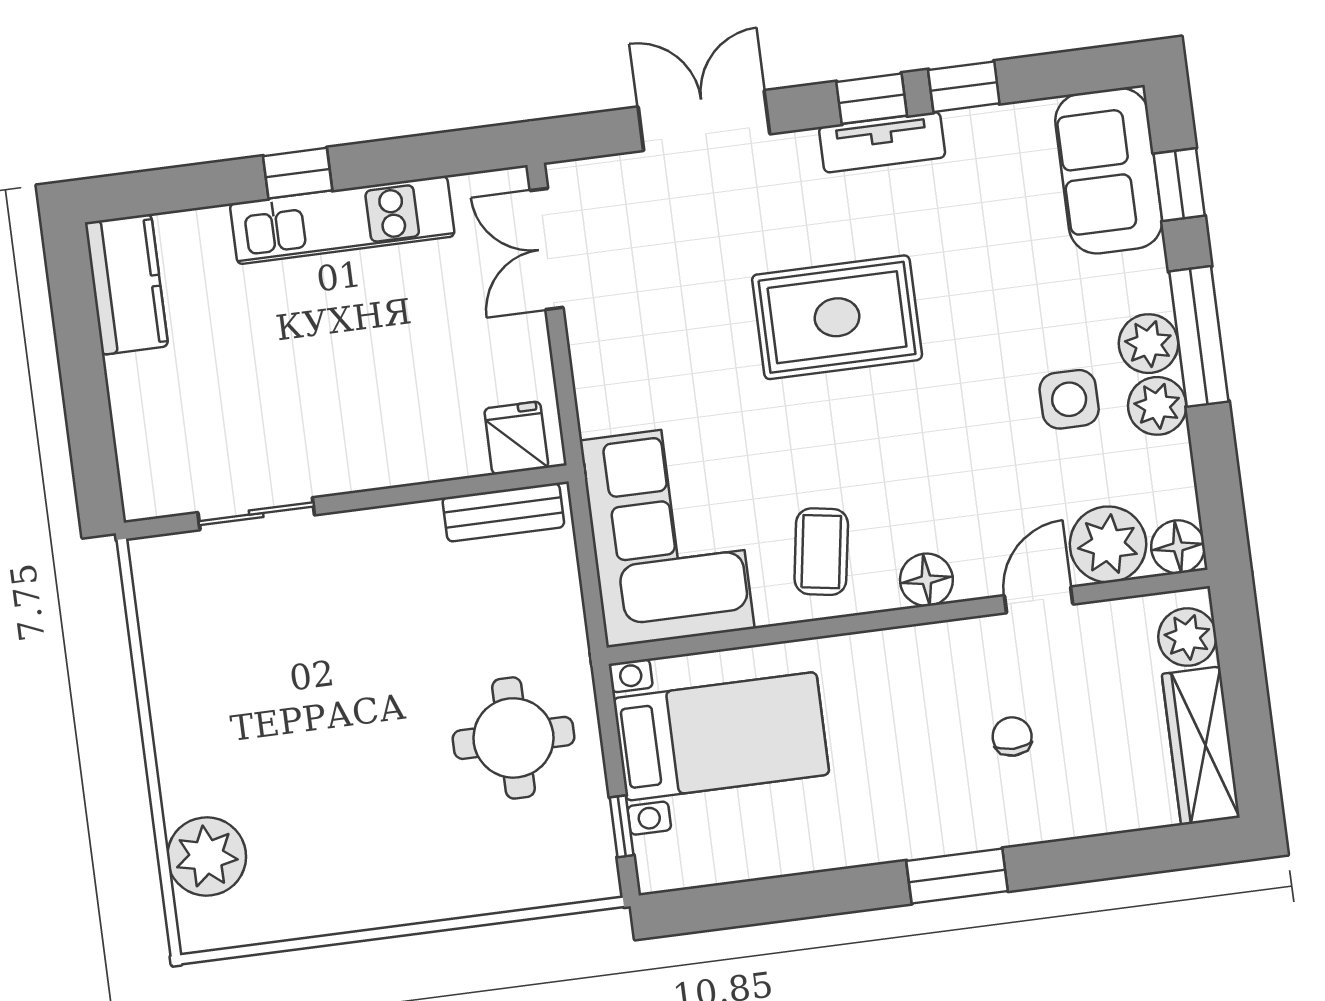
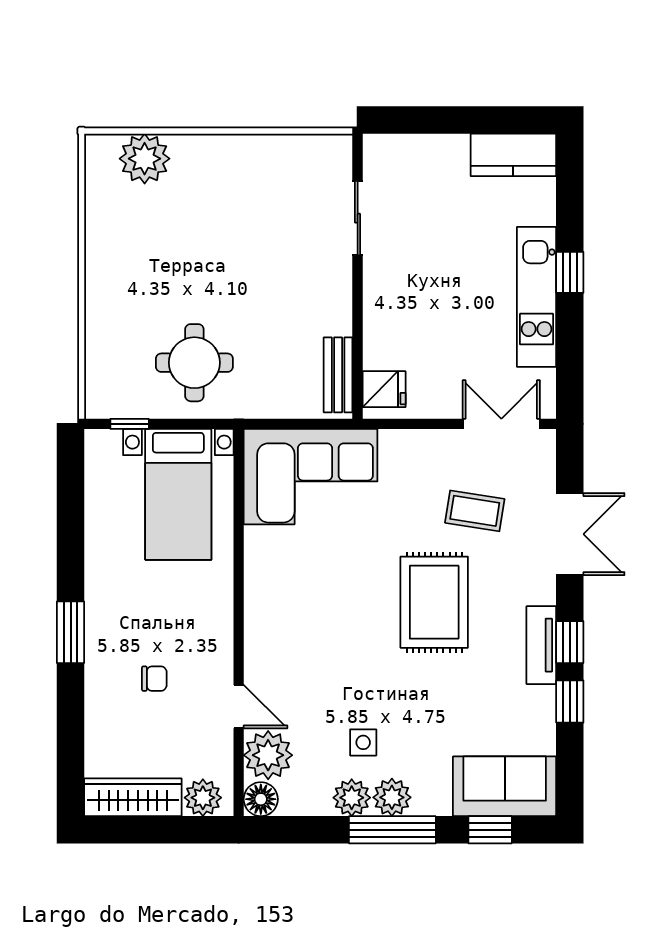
side table: (1069, 399) -> (363, 742), width x0.73, depth x0.73
coffee table: (821, 552) -> (475, 511), moved
floor lamp: (926, 580) -> (261, 637), removed

